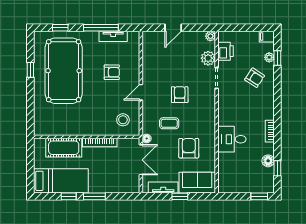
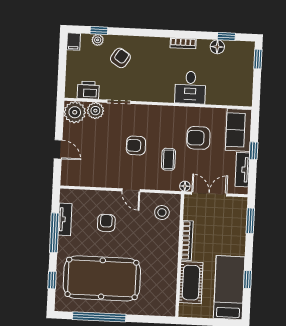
plant: (210, 36) -> (75, 112), width x1.87, depth x1.87
window: (30, 70) -> (99, 317), width x3.17
window: (94, 196) -> (250, 221), moved

